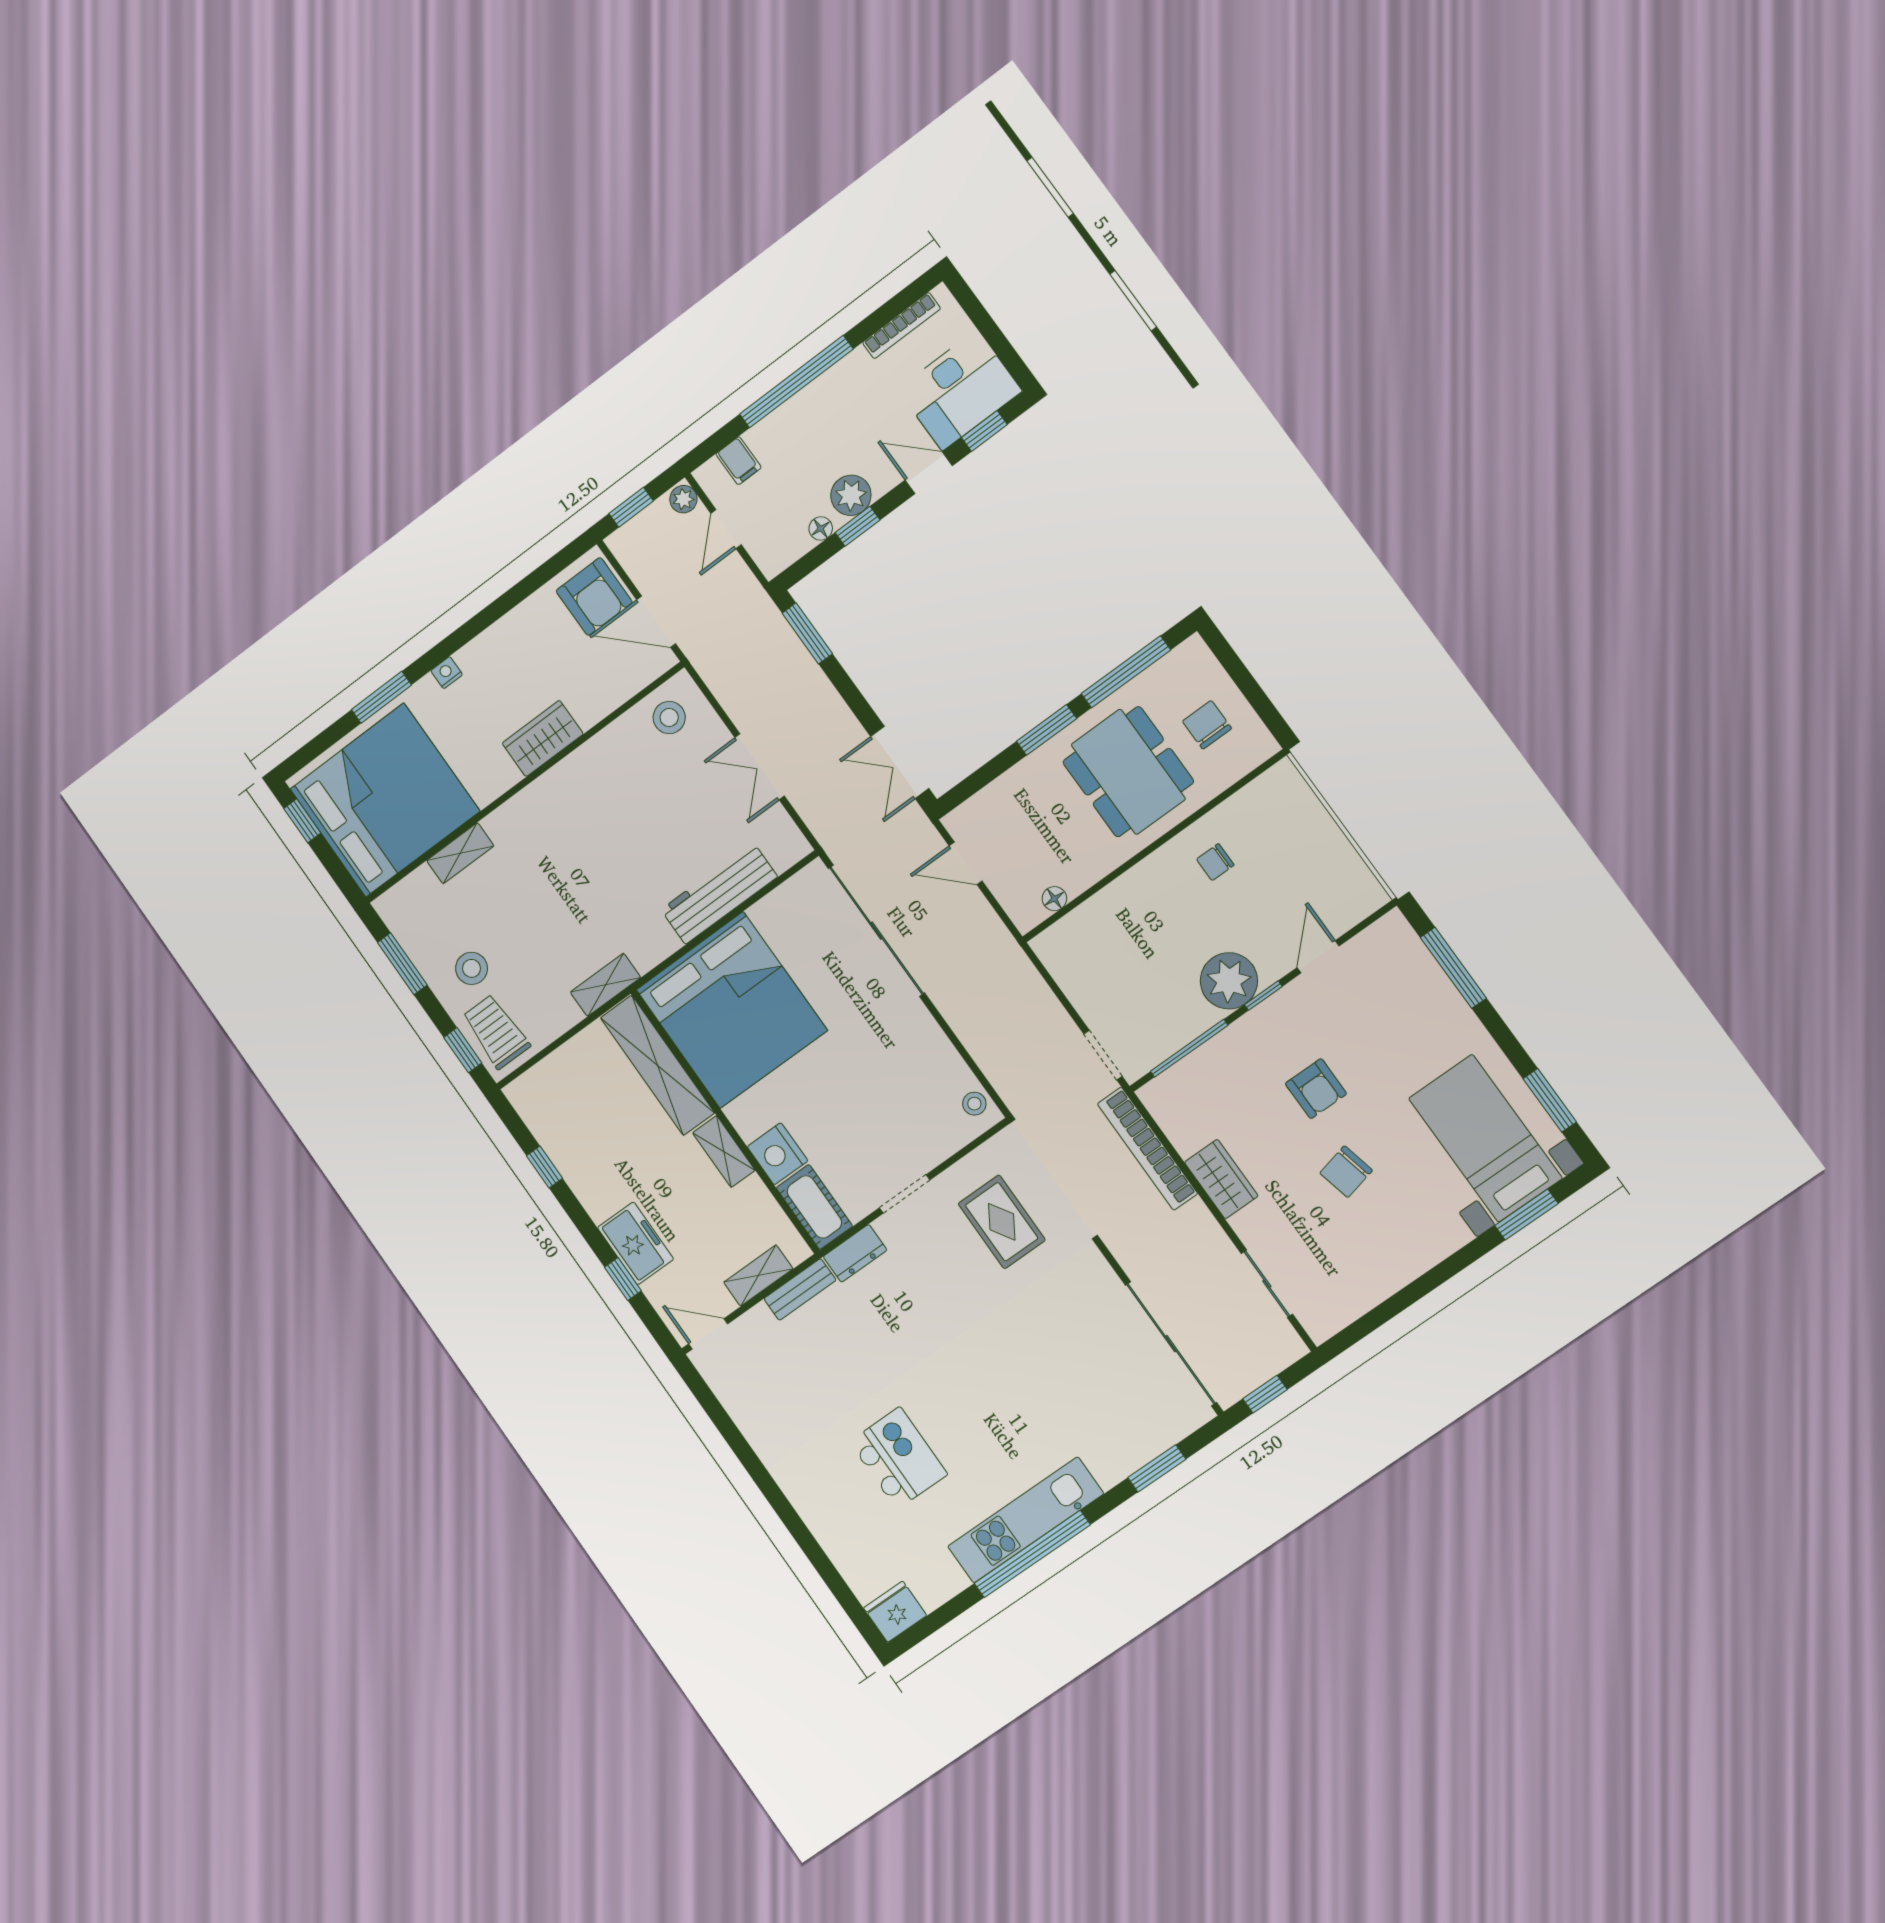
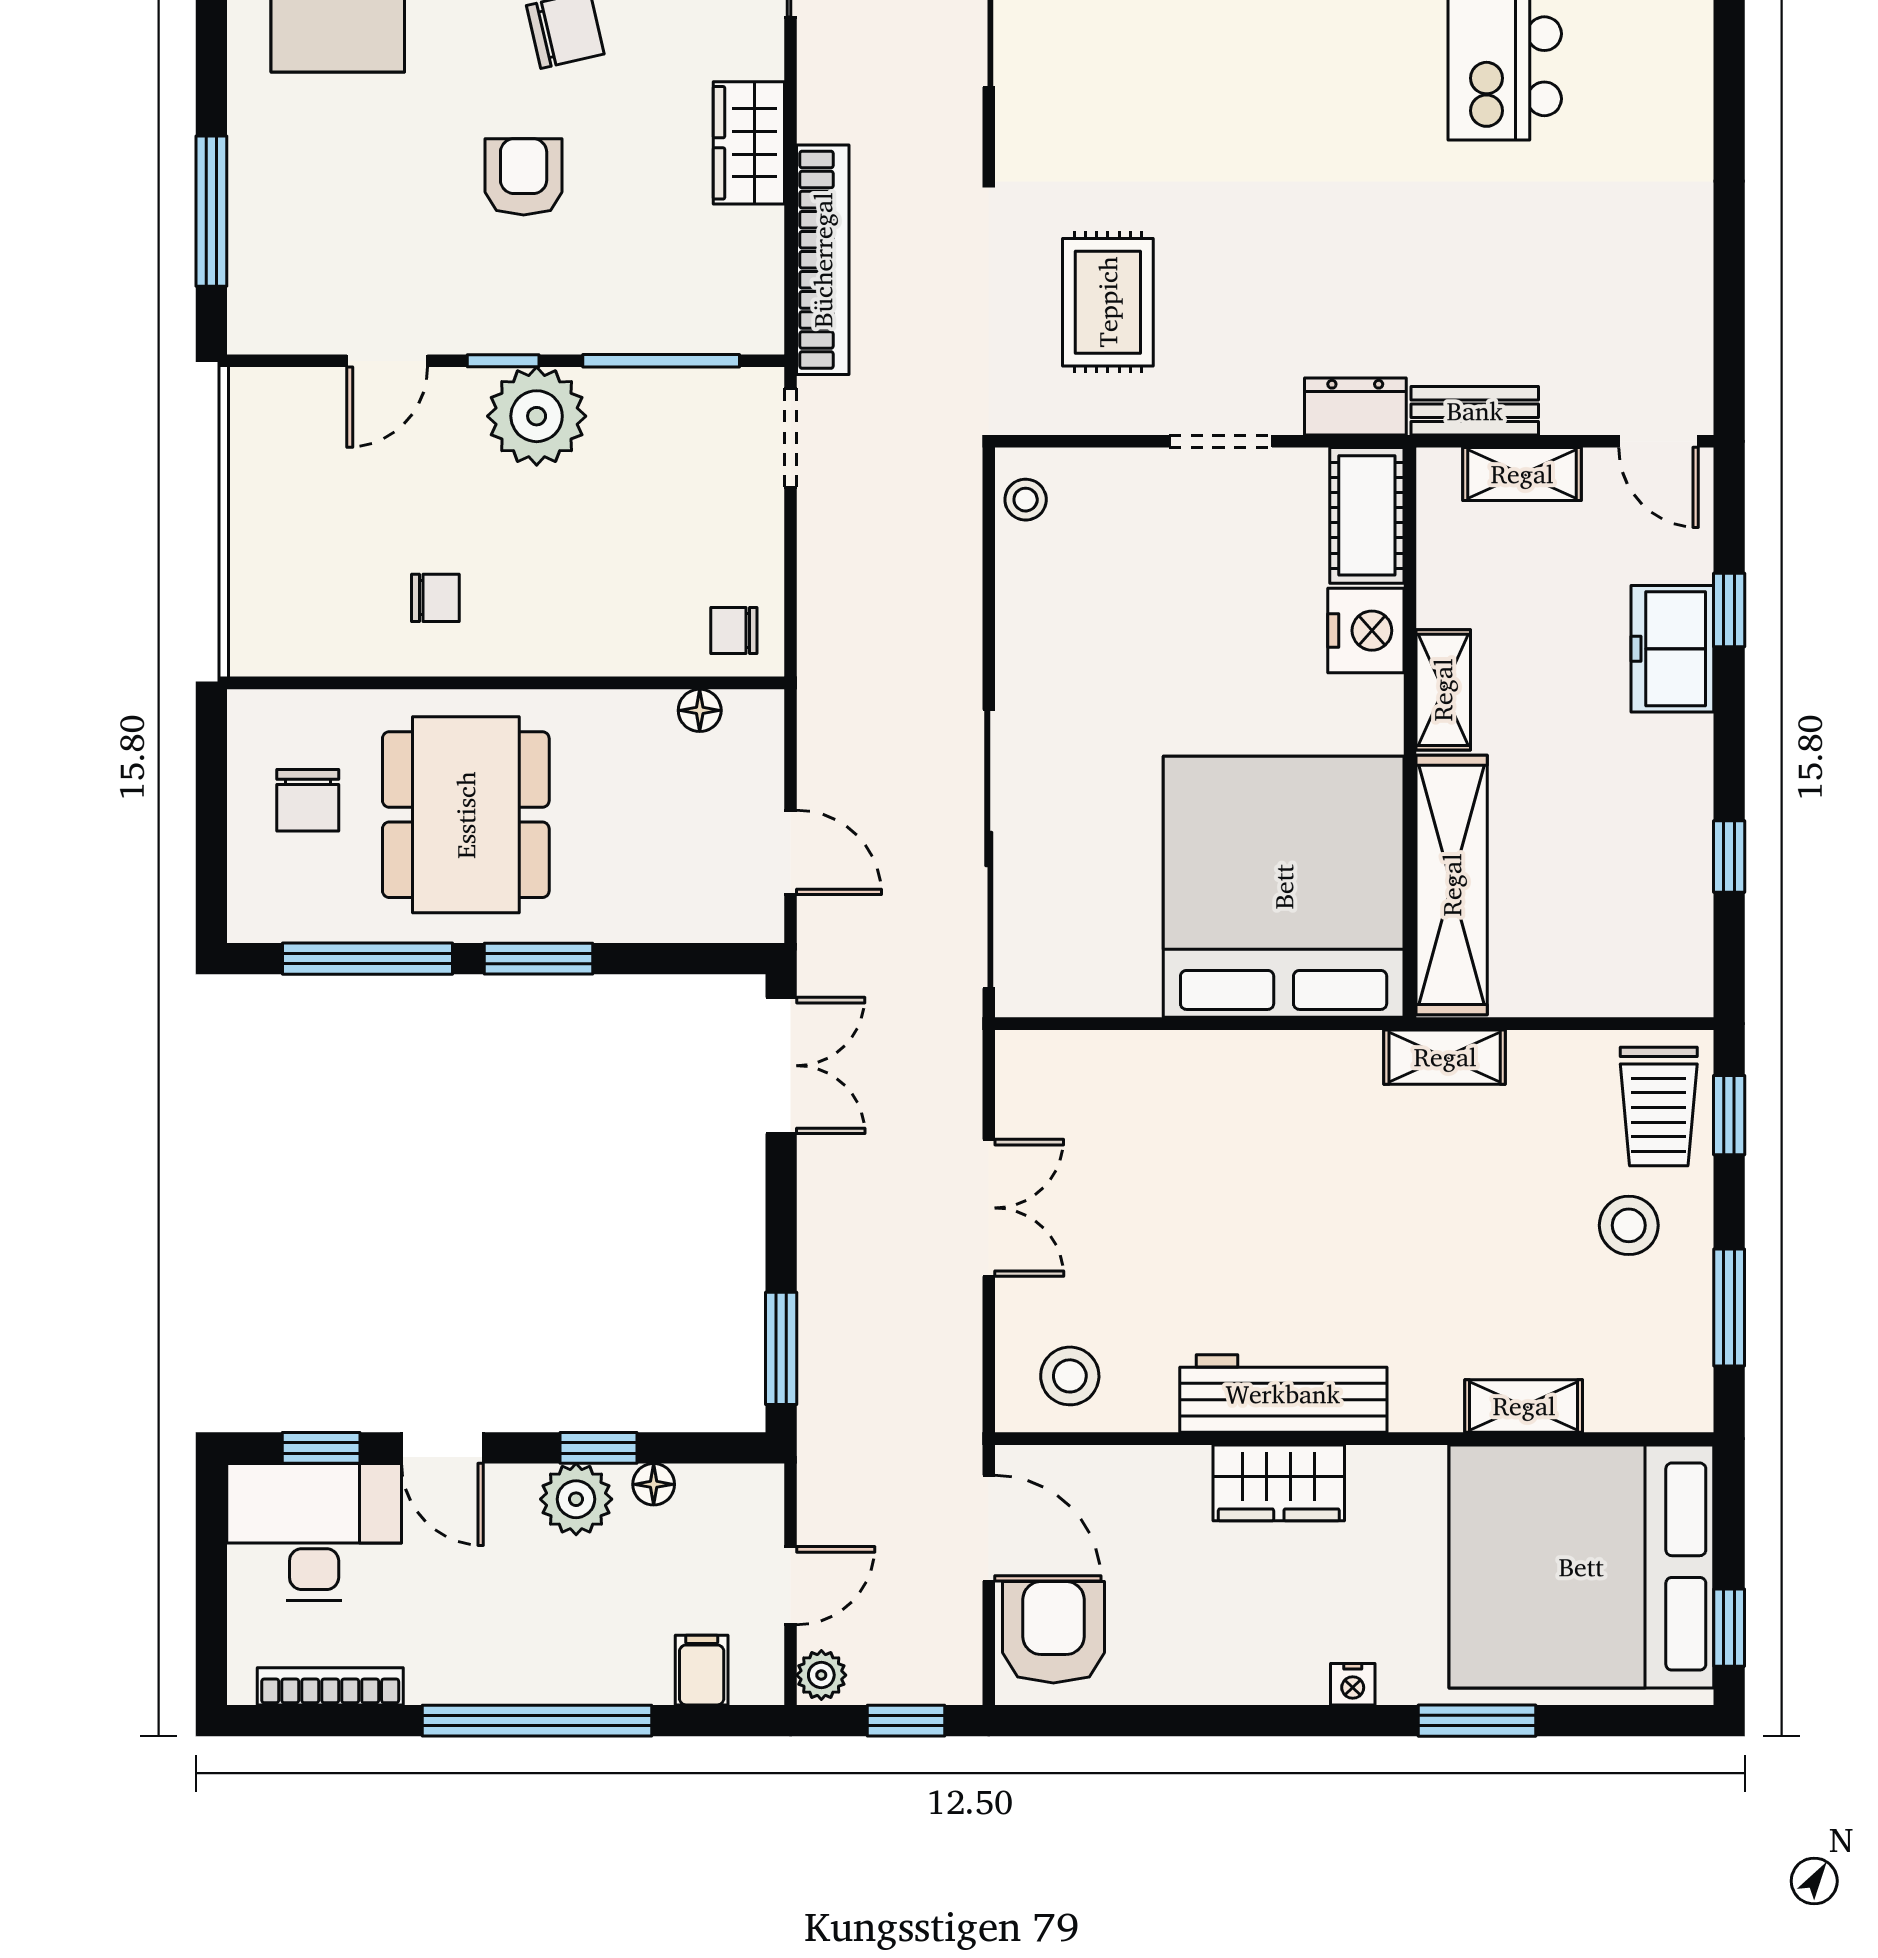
workbench: (719, 893) -> (1283, 1394), moved, turned 180
chair: (1065, 947) -> (734, 630), added

